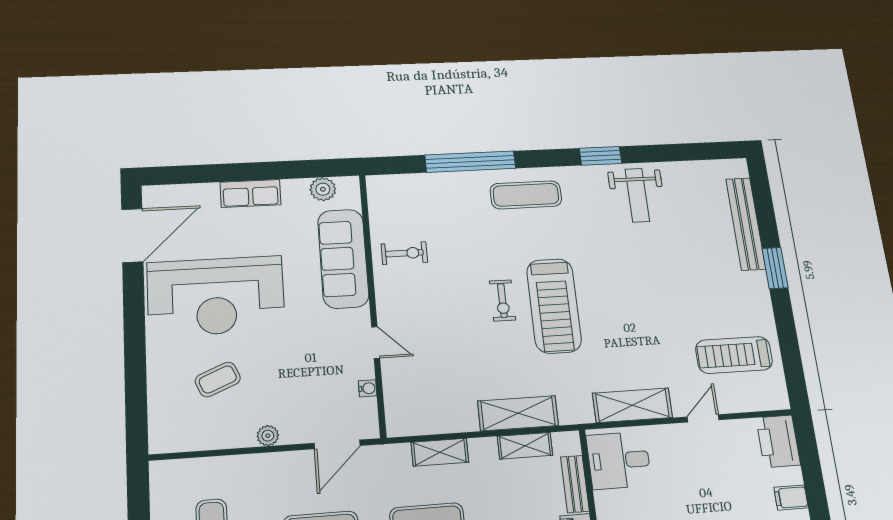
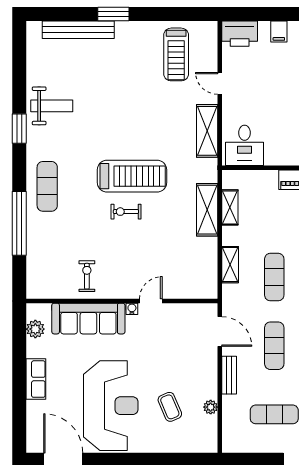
exercise bike: (502, 300) -> (126, 212), turned 180
water cooler: (368, 388) -> (132, 309), moved
plant: (268, 436) -> (211, 407), moved
bench: (575, 484) -> (229, 375), moved, turned 90

